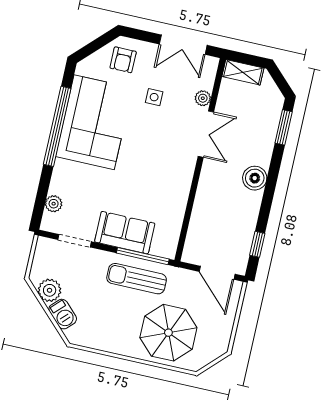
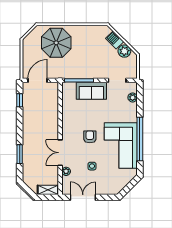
armchair: (123, 60) -> (90, 137), moved
window: (284, 127) -> (20, 154), moved
boiler: (255, 178) -> (29, 135), removed
door: (217, 273) -> (38, 80), hinge flipped
sun lounger: (137, 279) -> (80, 68), removed

